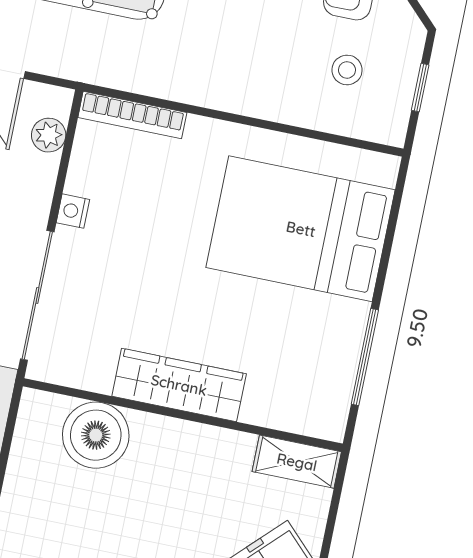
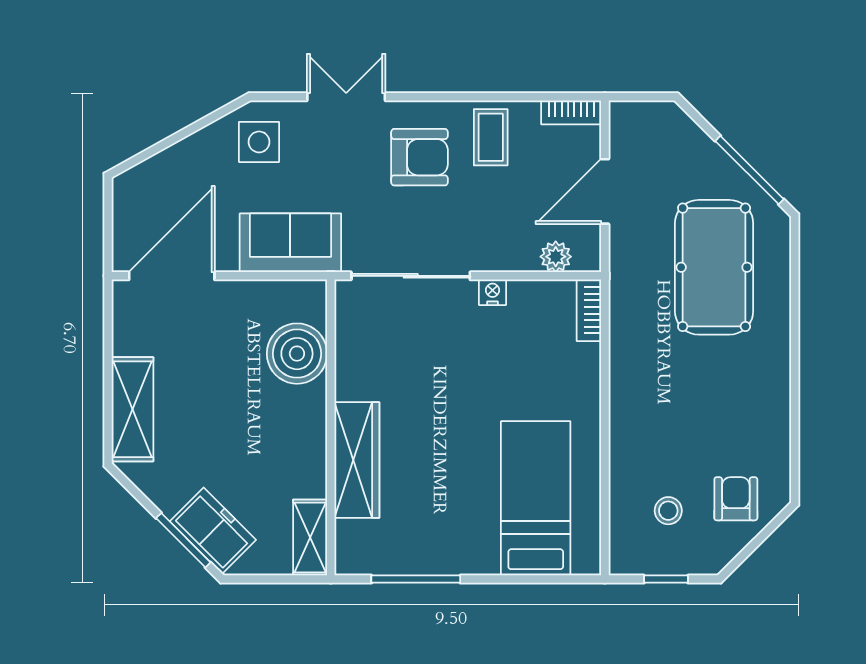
bookcase: (132, 115) -> (589, 310), width x0.64
bed: (301, 229) -> (536, 498), width x0.67
wardrobe: (179, 385) -> (357, 460), moved

